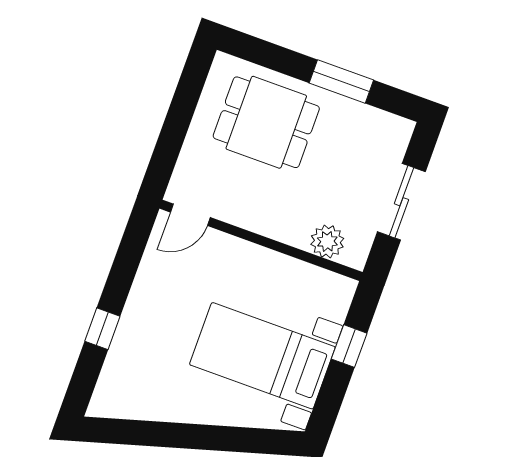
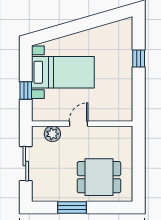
door: (190, 215) -> (79, 124), moved

